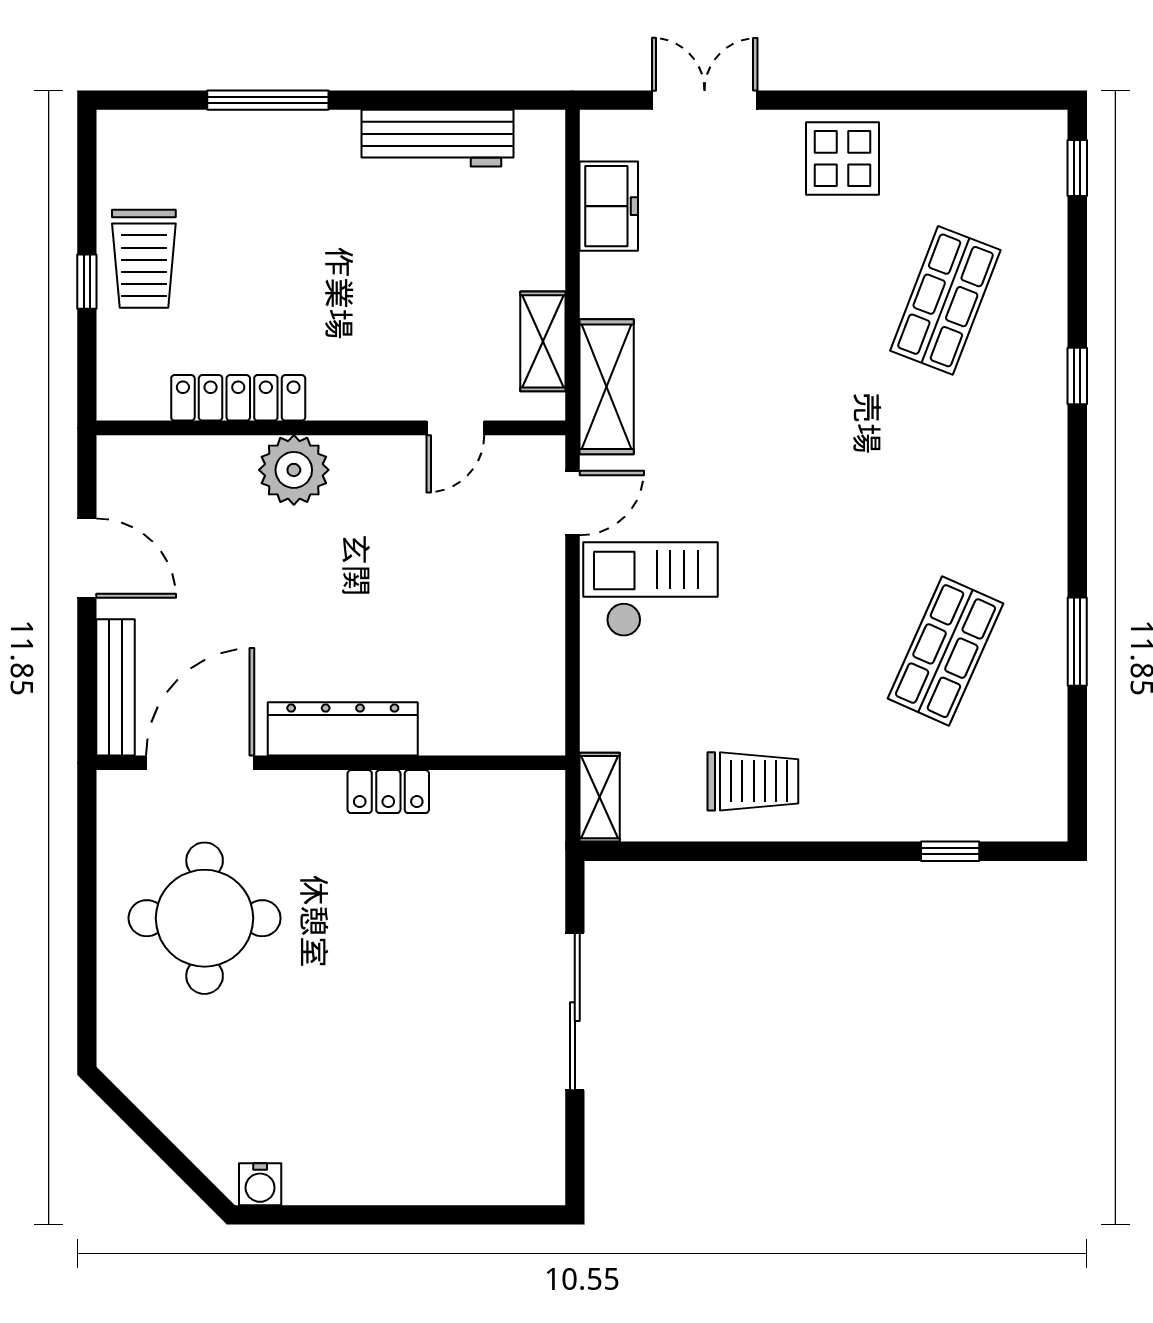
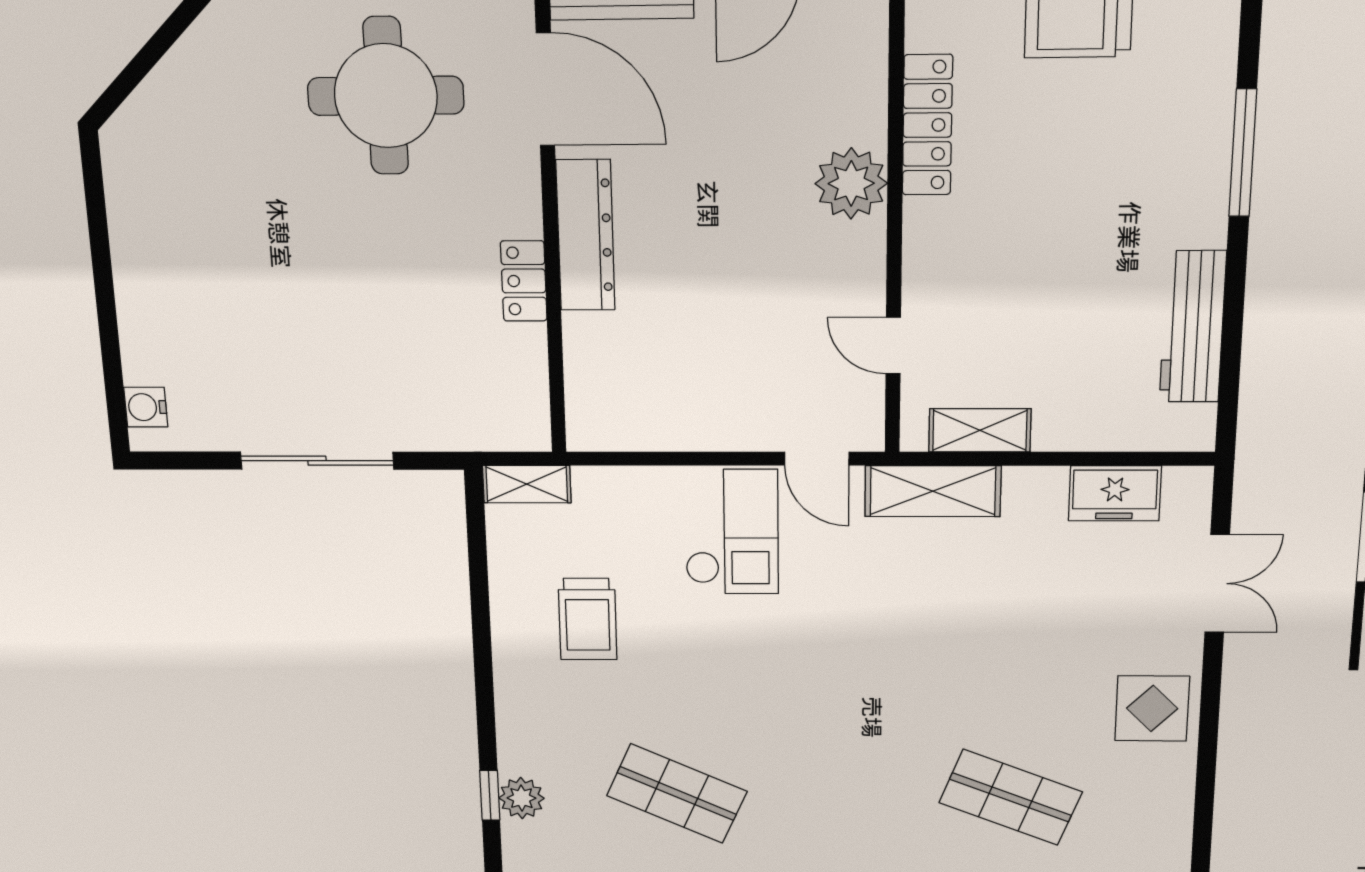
trolley: (753, 781) -> (588, 619), moved
plant: (953, 817) -> (522, 798), added
water cooler: (260, 1184) -> (146, 407), moved

